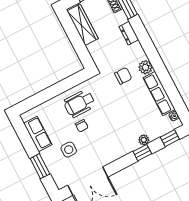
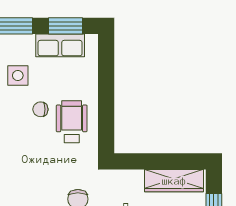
window: (25, 137) -> (66, 26), added

